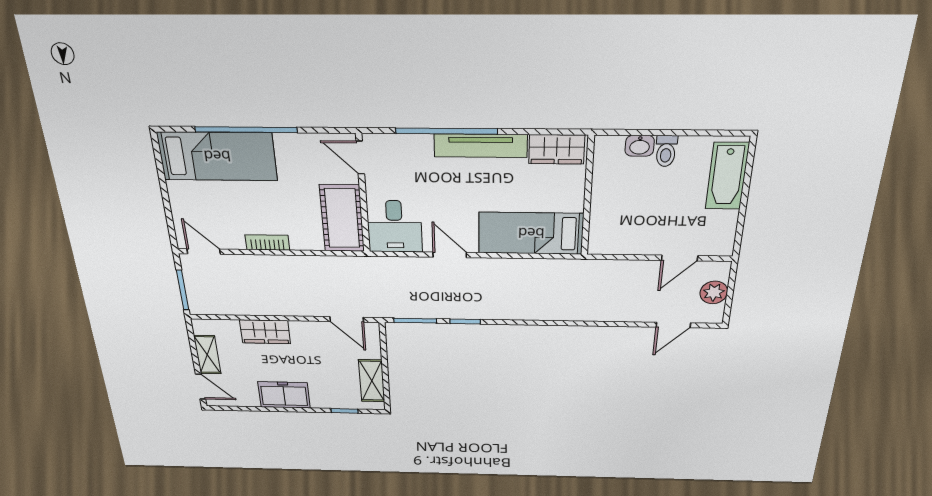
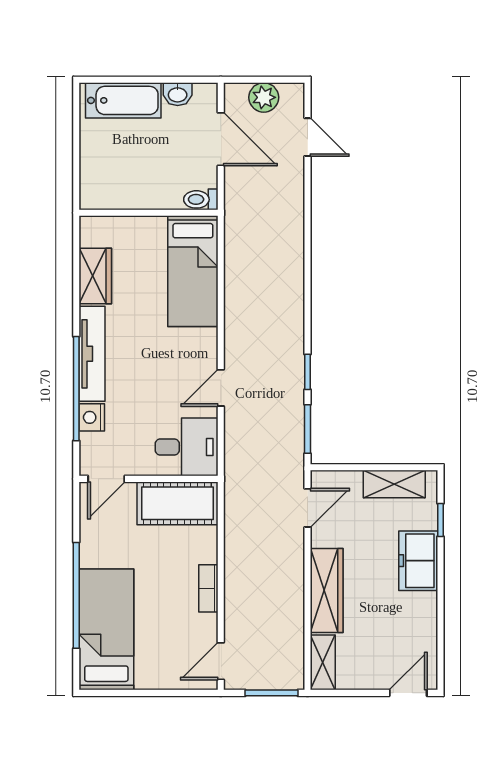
nightstand: (419, 145) -> (92, 417), added
washbasin: (640, 146) -> (178, 94), moved, turned 90
toilet: (666, 151) -> (201, 199), moved, turned 180
wall: (588, 197) -> (148, 213), moved
bed: (531, 233) -> (193, 271), moved
door: (680, 258) -> (221, 139), width x1.38
wardrobe: (265, 332) -> (327, 591), width x1.50
shelving: (207, 355) -> (323, 662), moved, turned 90
freezer: (284, 395) -> (418, 561), moved

